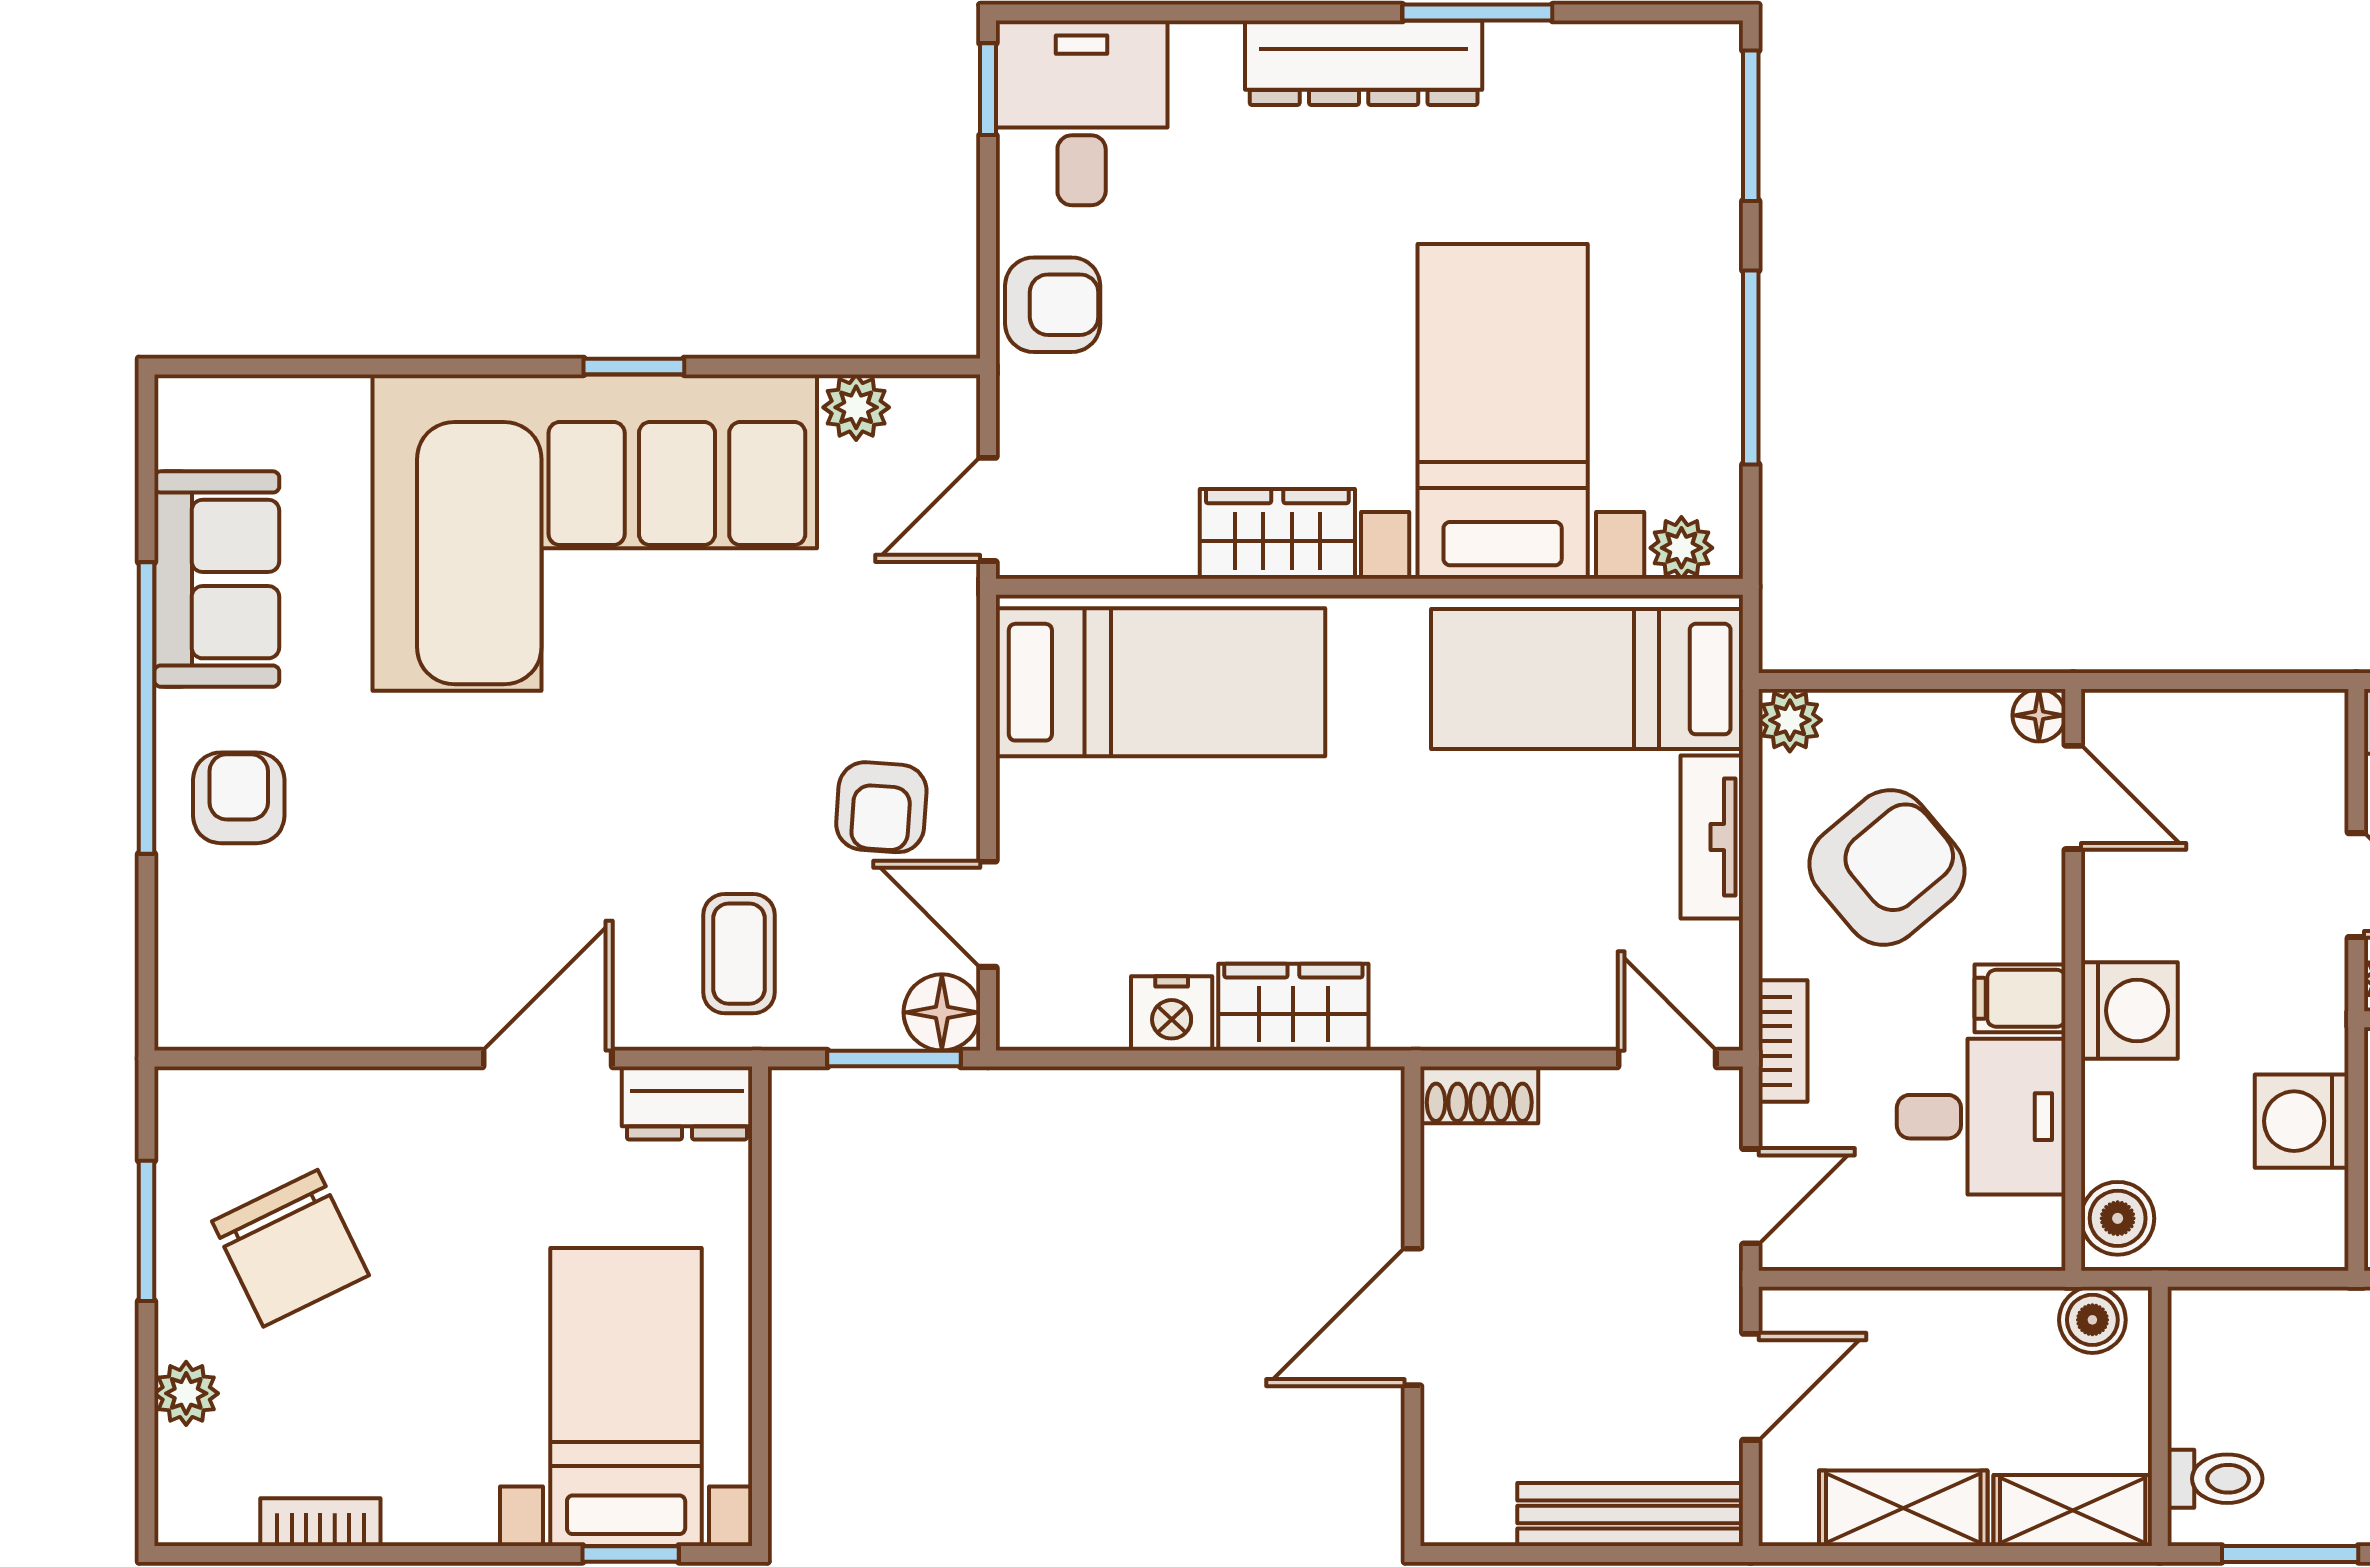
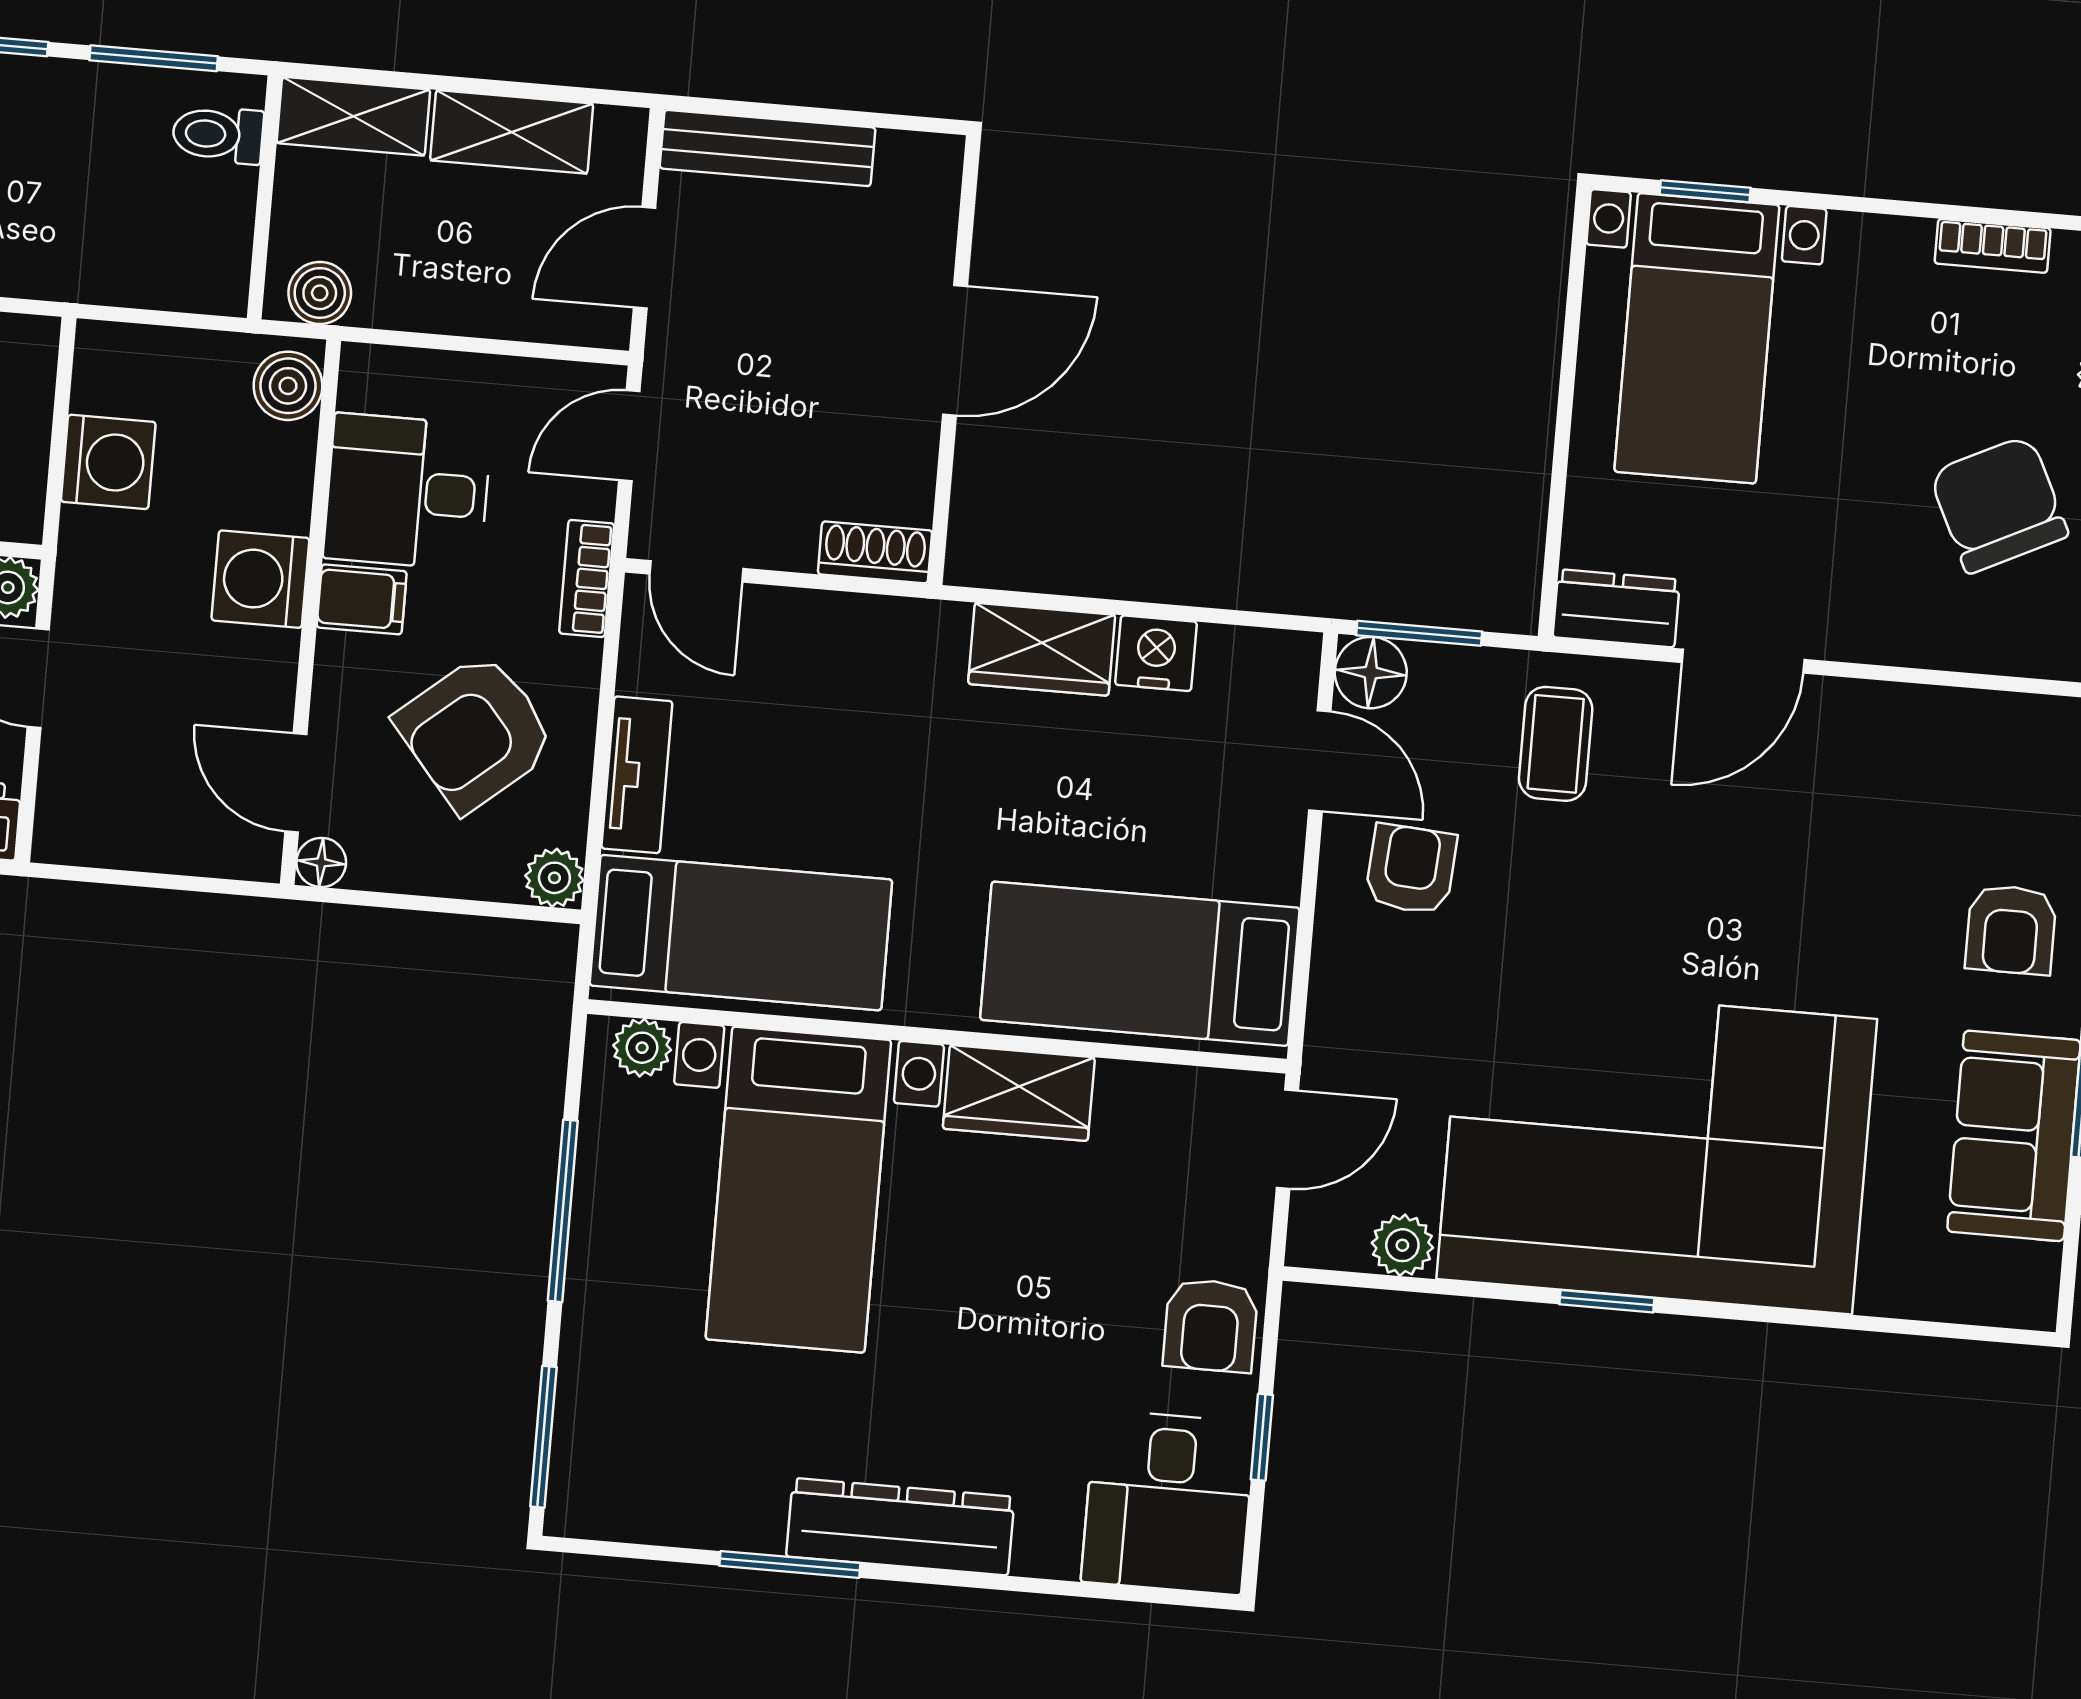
window: (988, 89) -> (1262, 1437), moved
armchair: (1053, 305) -> (1210, 1325), turned -90

